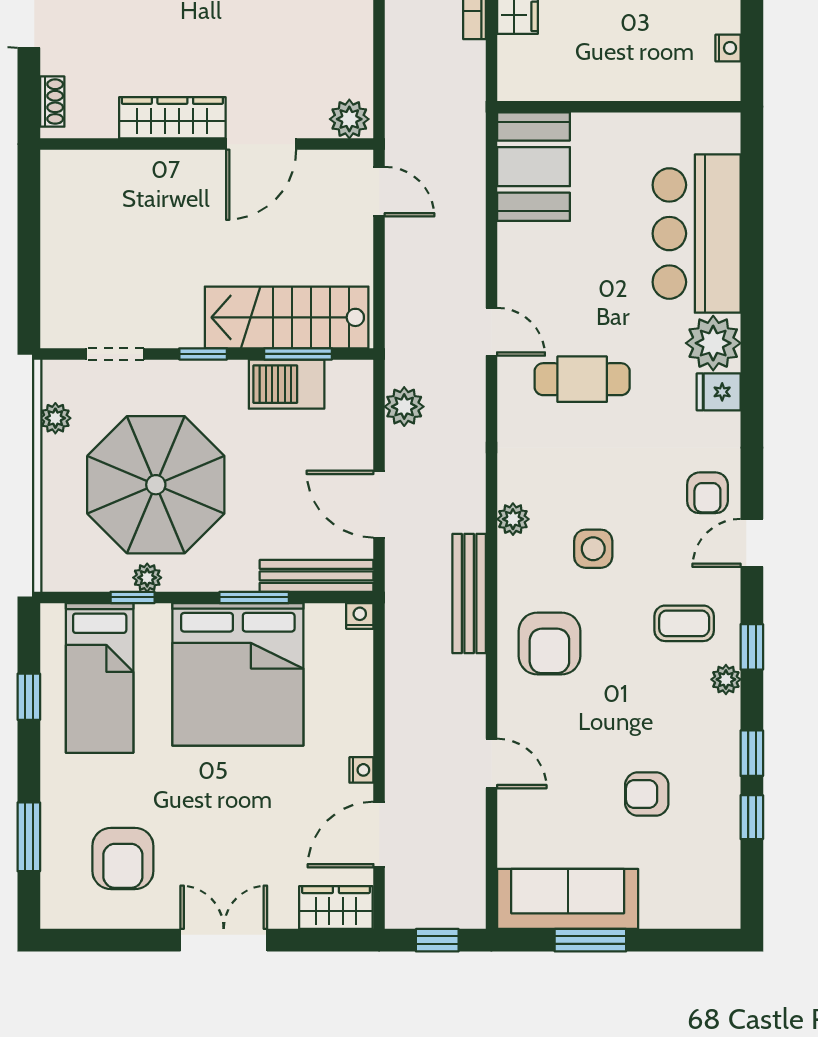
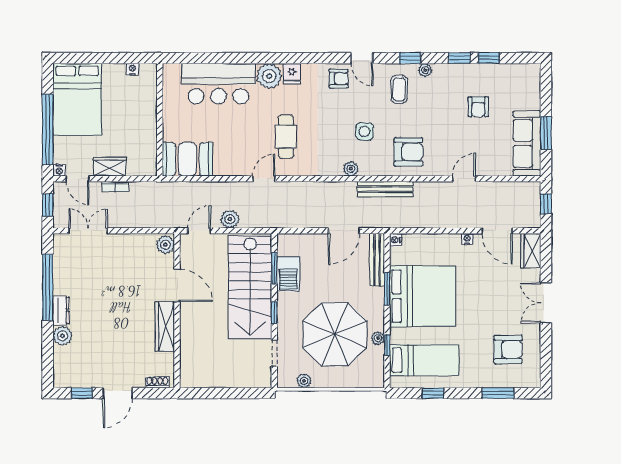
stairs: (287, 317) -> (250, 287), width x1.36, depth x1.51
plant: (404, 407) -> (230, 219), moved

